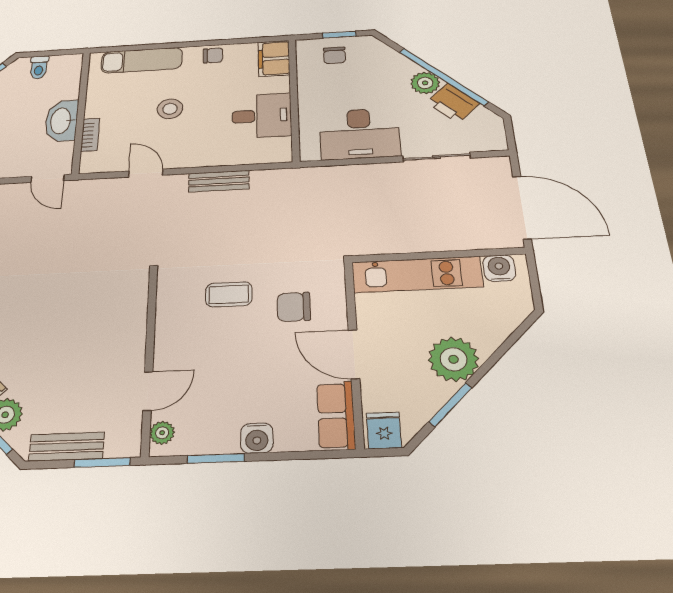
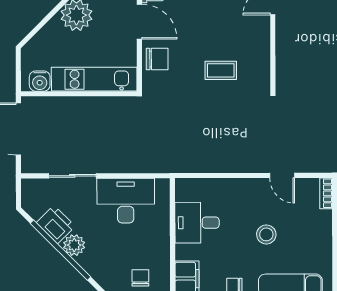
bookcase: (90, 135) -> (326, 193), moved
bench: (219, 181) -> (228, 165), removed
chair: (294, 307) -> (157, 59), moved

